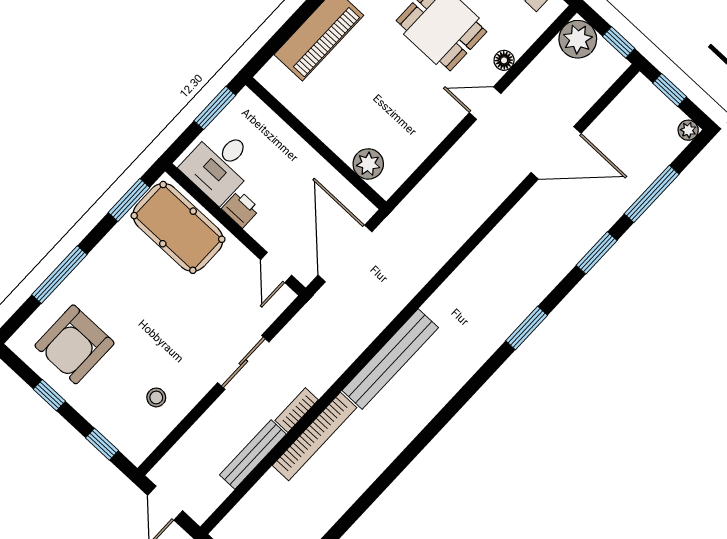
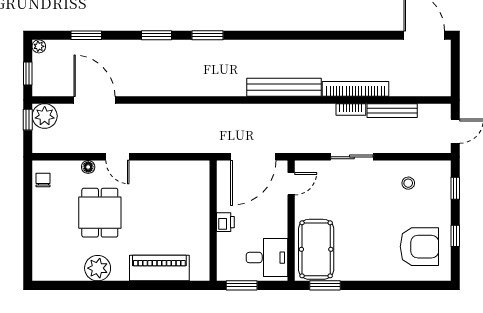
plant: (578, 39) -> (45, 116), moved
door: (556, 153) -> (94, 100), moved
plant: (368, 164) -> (200, 186), removed
window: (652, 194) -> (86, 35), width x0.69
printer: (241, 209) -> (225, 222), moved, turned 180
window: (597, 253) -> (157, 35), moved
window: (59, 275) -> (392, 285), removed

